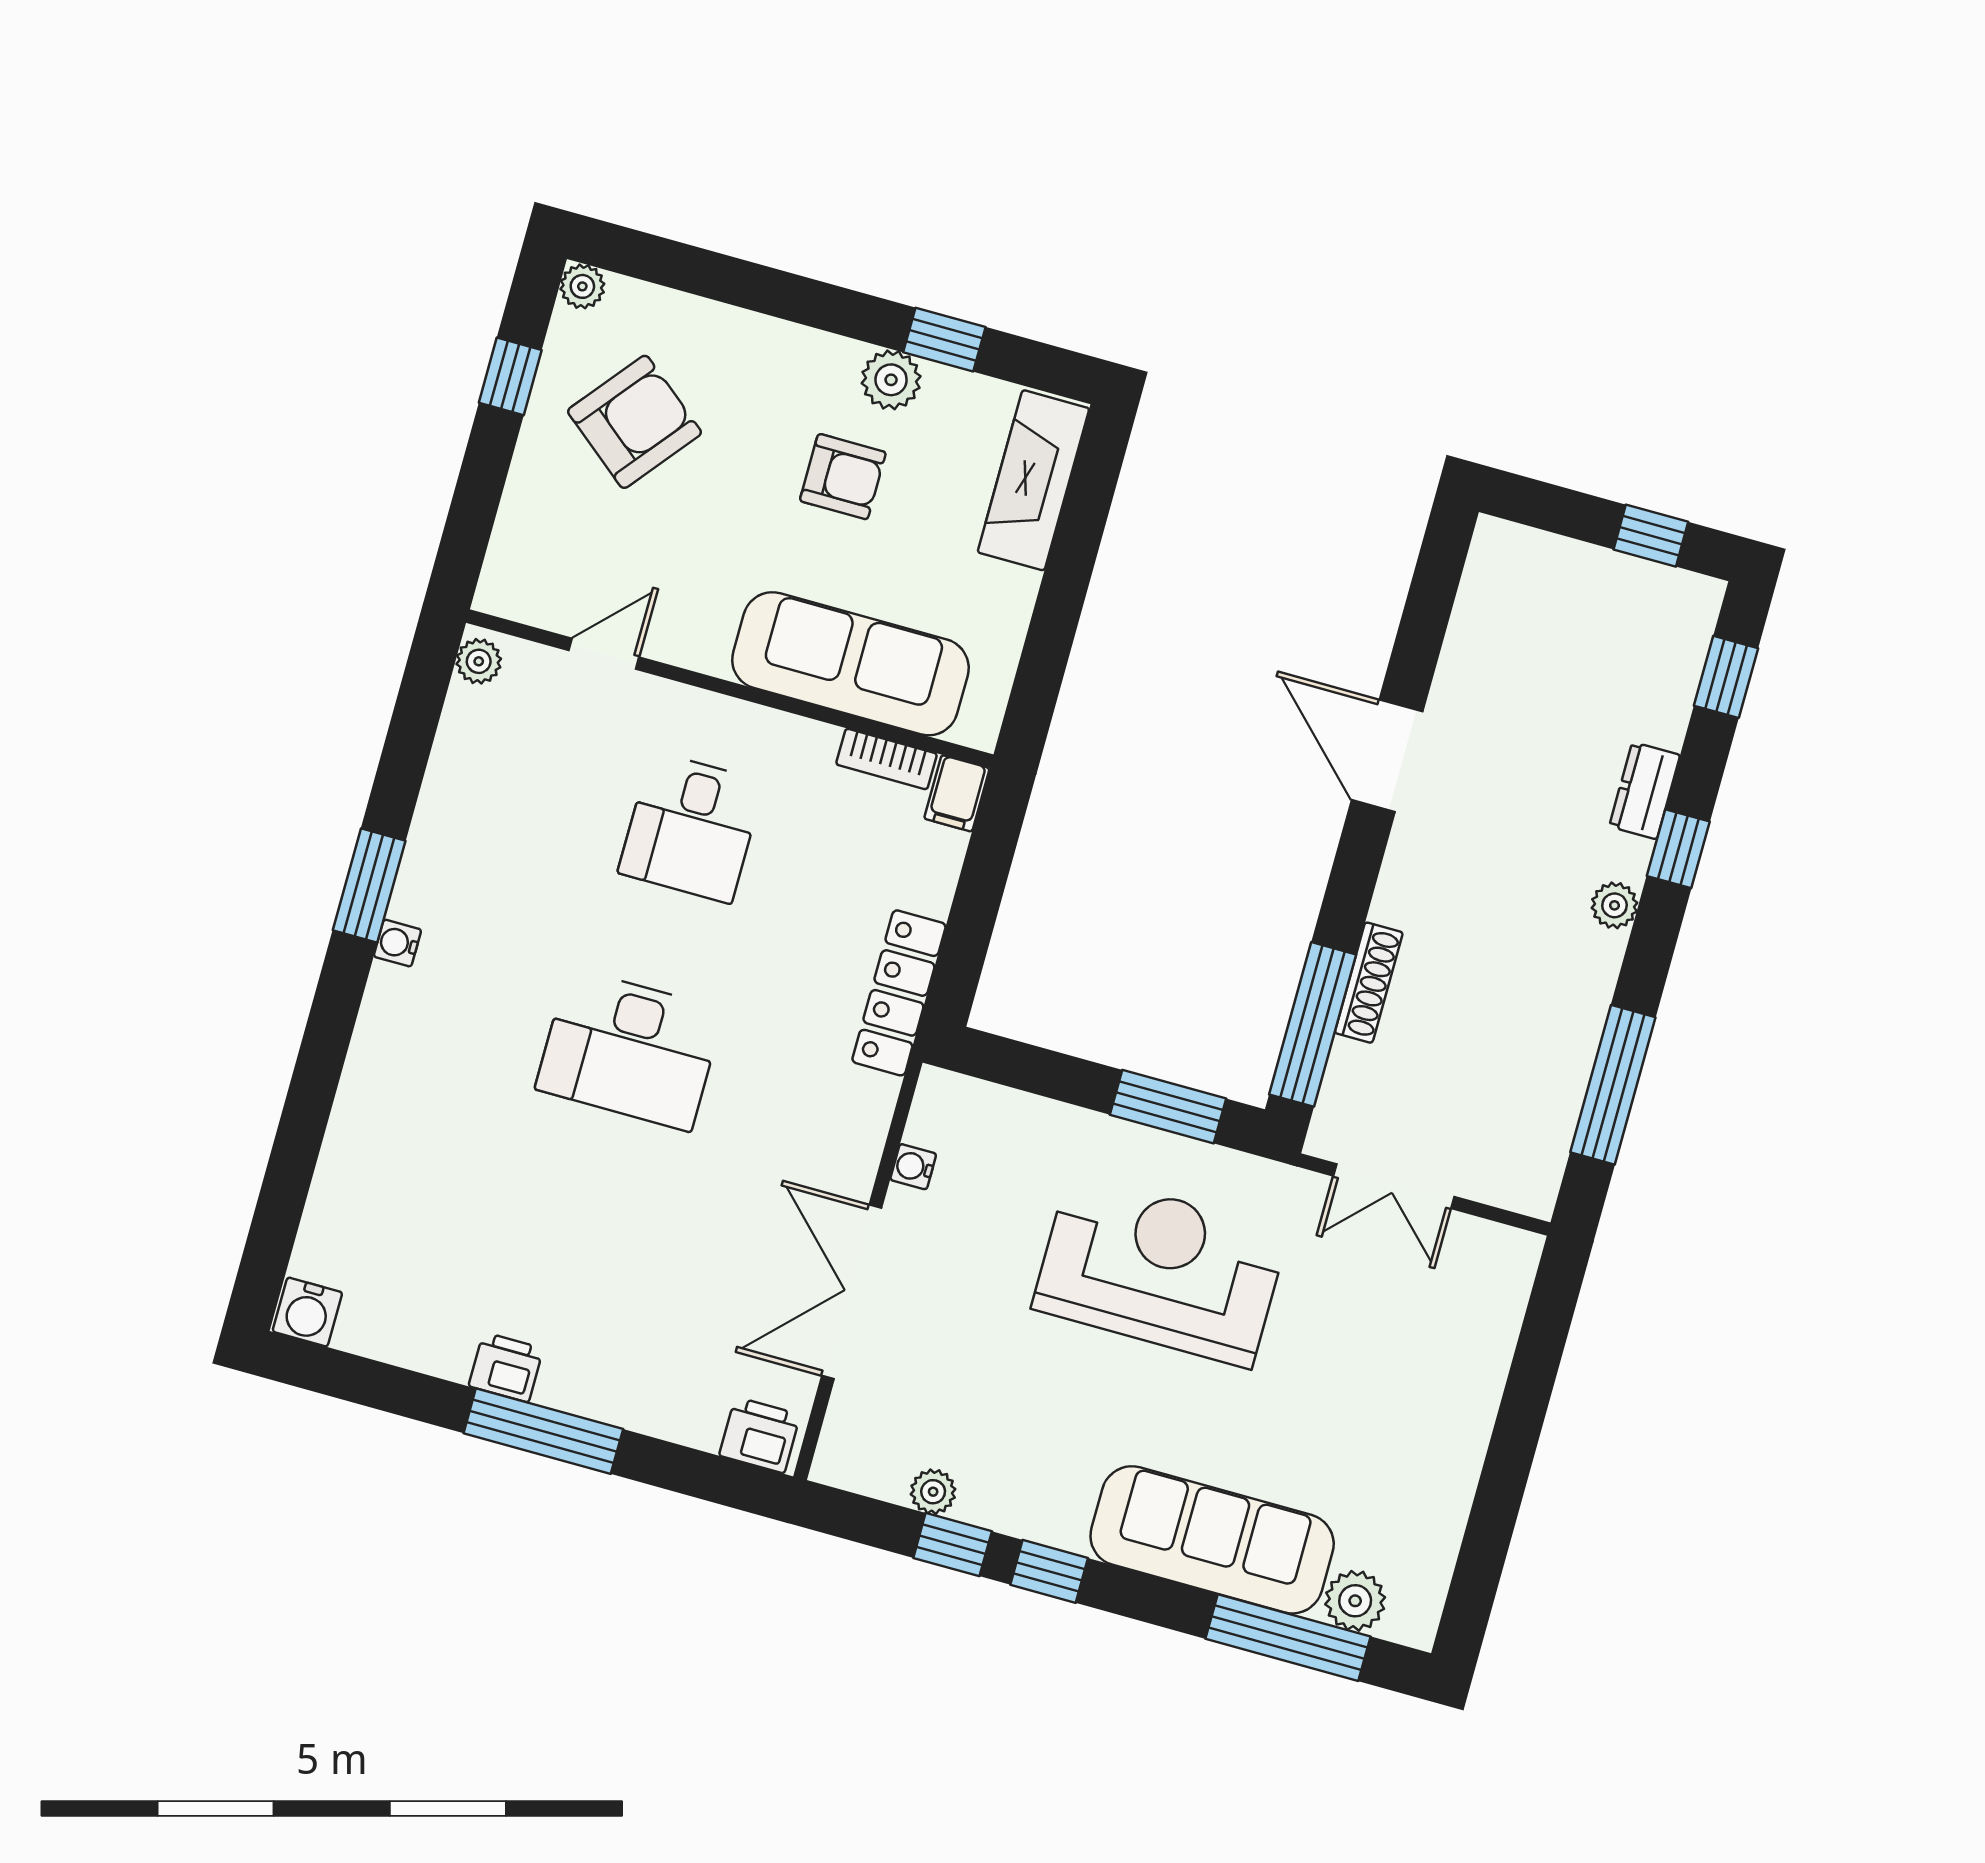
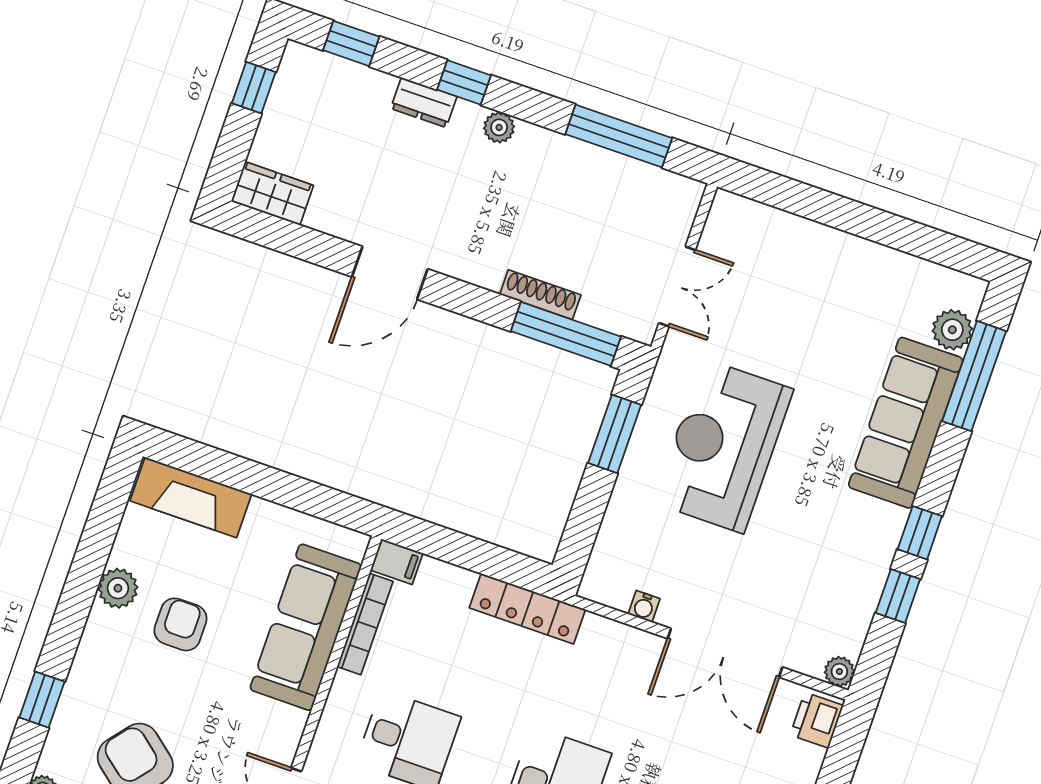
window: (944, 340) -> (42, 700), moved
wardrobe: (1495, 573) -> (272, 193), added
bookcase: (886, 759) -> (365, 624), width x1.56
plant: (933, 1492) -> (839, 672), moved

